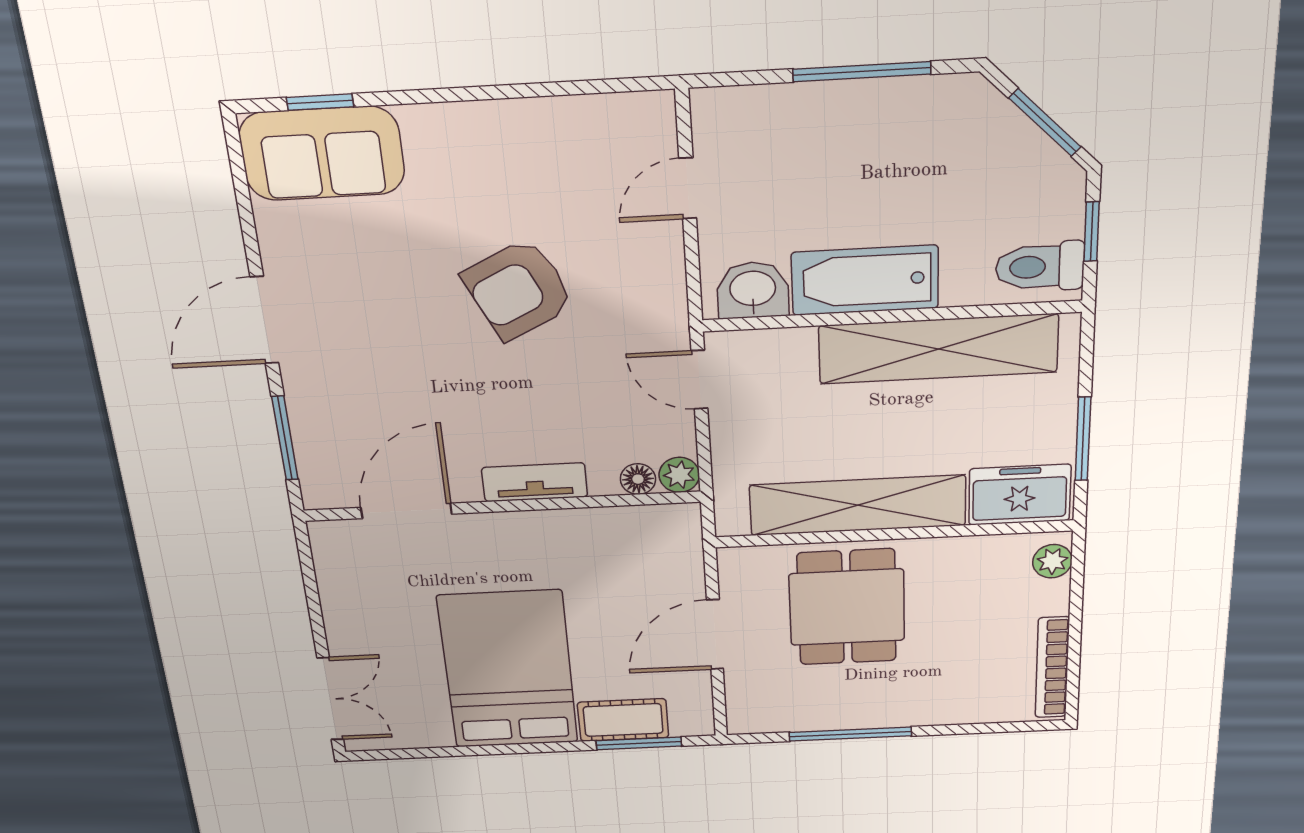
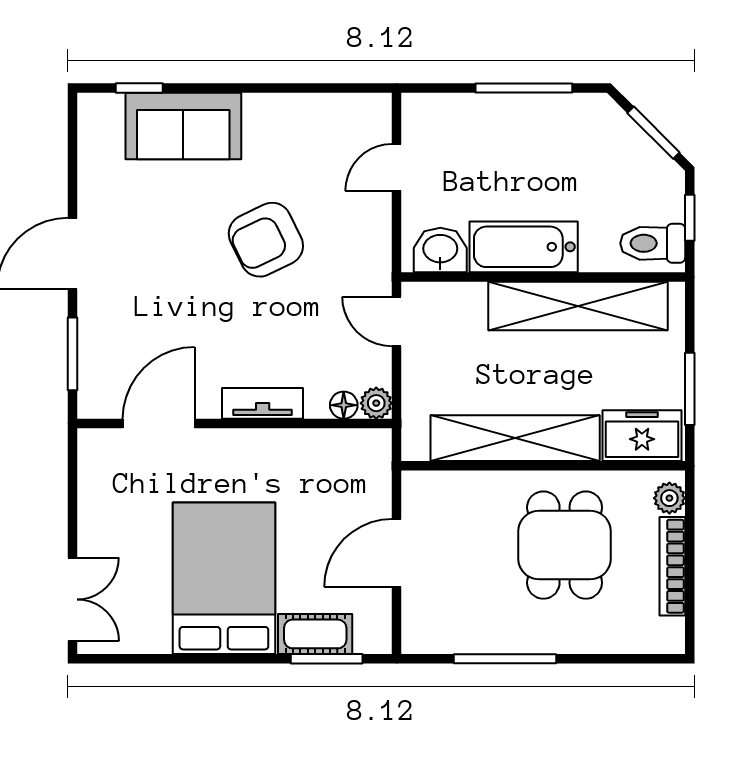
sofa: (322, 153) -> (183, 126), moved
dining table: (847, 607) -> (565, 545), moved
bookcase: (1052, 668) -> (672, 566), moved

